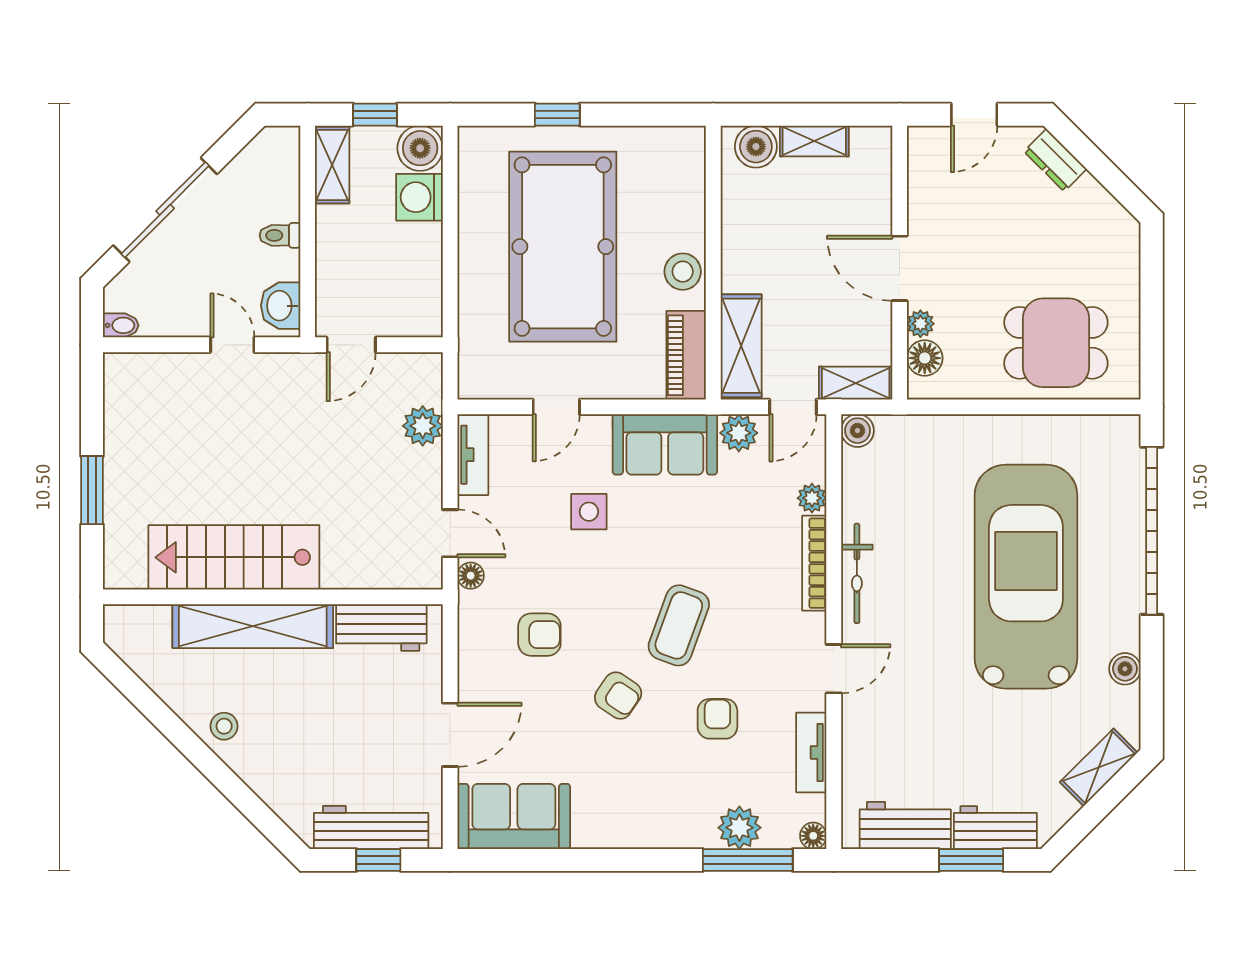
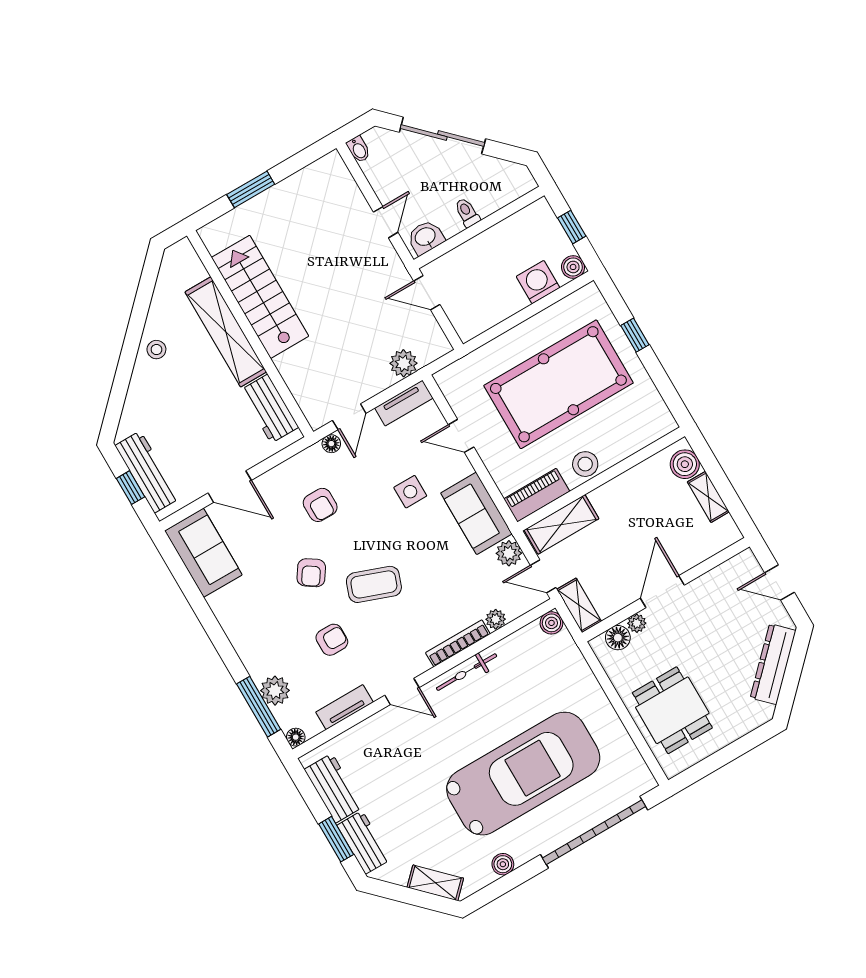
boiler: (420, 148) -> (573, 267), width x0.73, depth x0.73
dresser: (1055, 160) -> (773, 664), width x1.96, depth x1.24
shelving: (332, 165) -> (527, 219), removed

